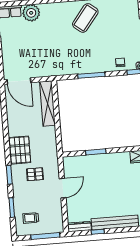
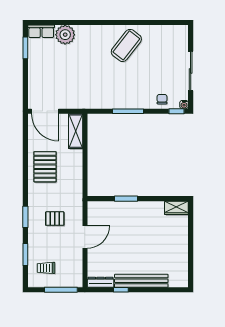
shelving: (48, 103) -> (76, 131), width x0.68
pallet: (20, 150) -> (45, 167), moved

